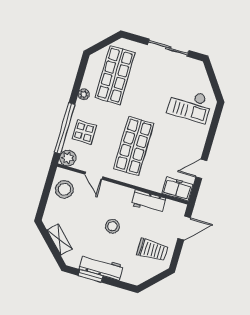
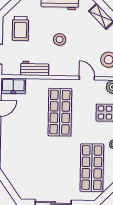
checkout: (190, 105) -> (22, 159), removed
trolley: (152, 250) -> (20, 28), turned -90

